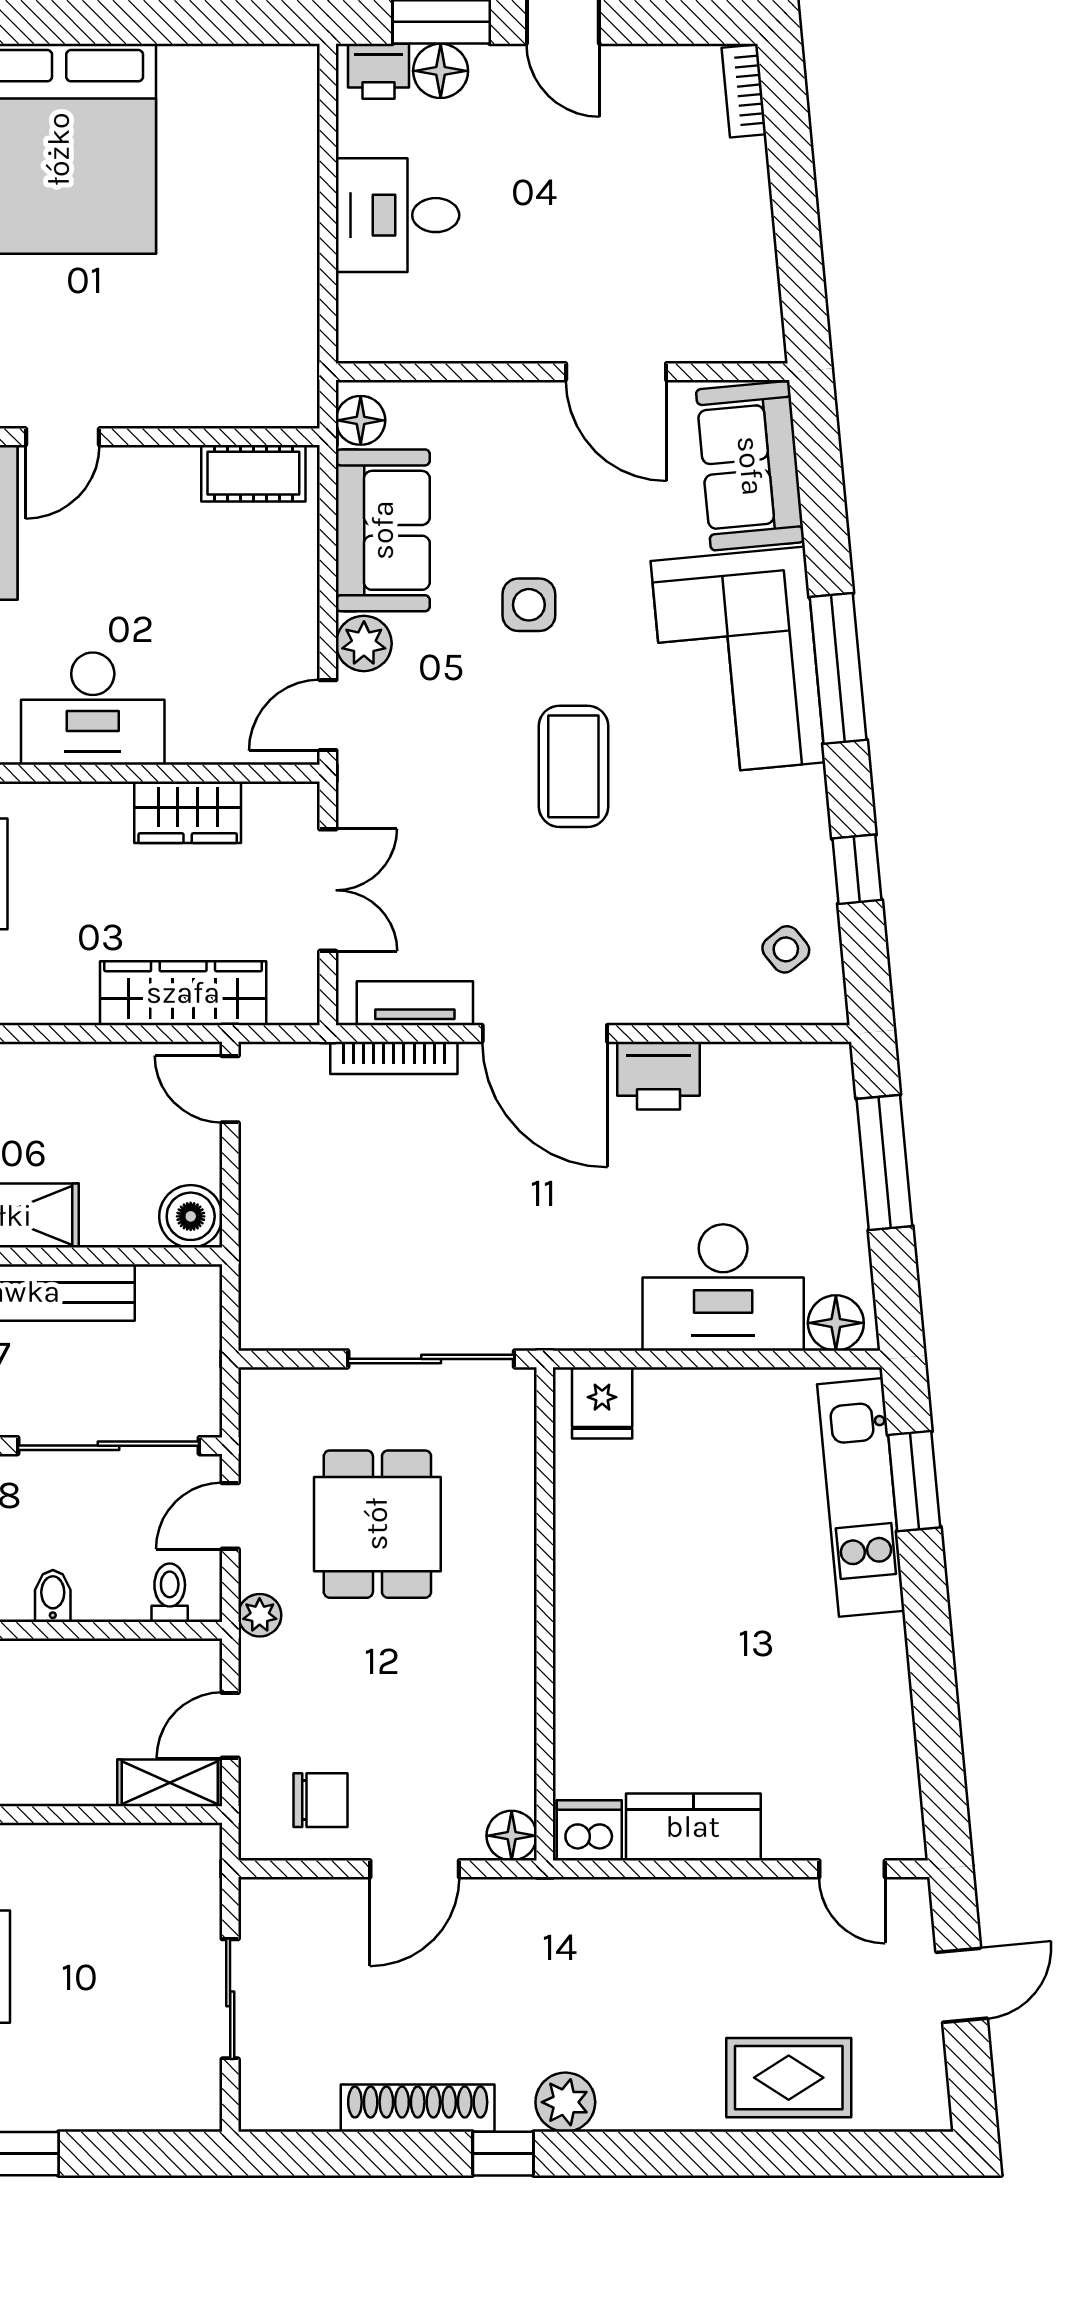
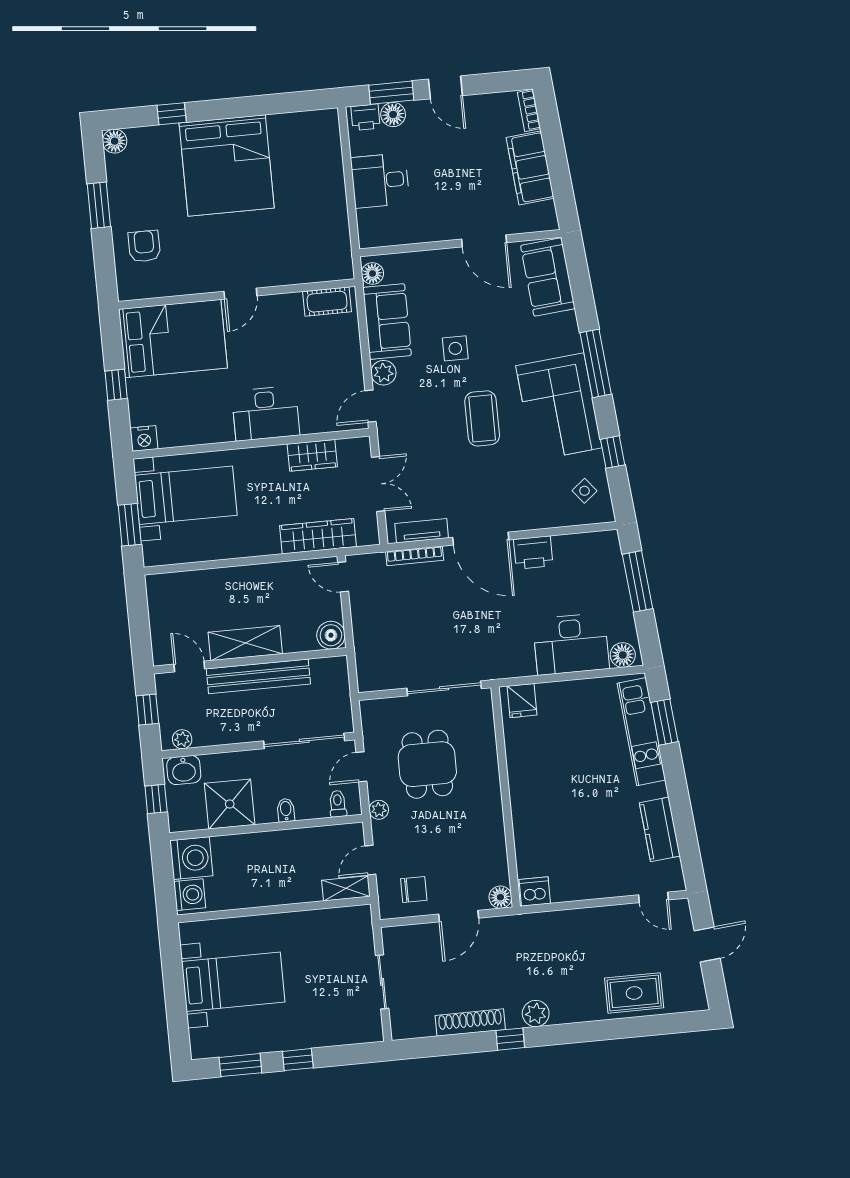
filing cabinet: (734, 219) -> (530, 168), added
corner sofa: (738, 662) -> (559, 407), moved
kitchen counter: (693, 1827) -> (660, 829), moved, turned -95

